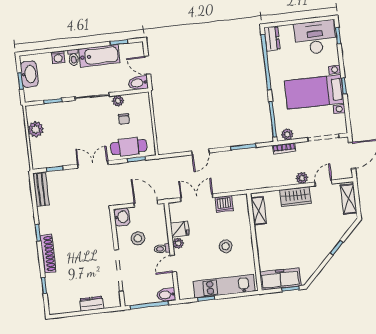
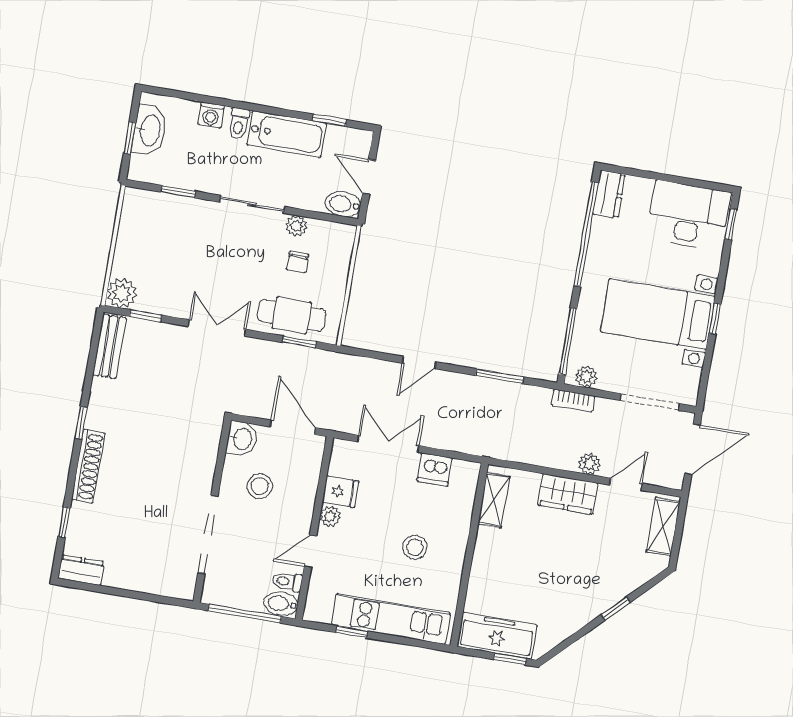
plant: (36, 129) -> (122, 293), moved
toilet: (162, 249) -> (287, 582), moved
dresser: (92, 304) -> (81, 570), moved

